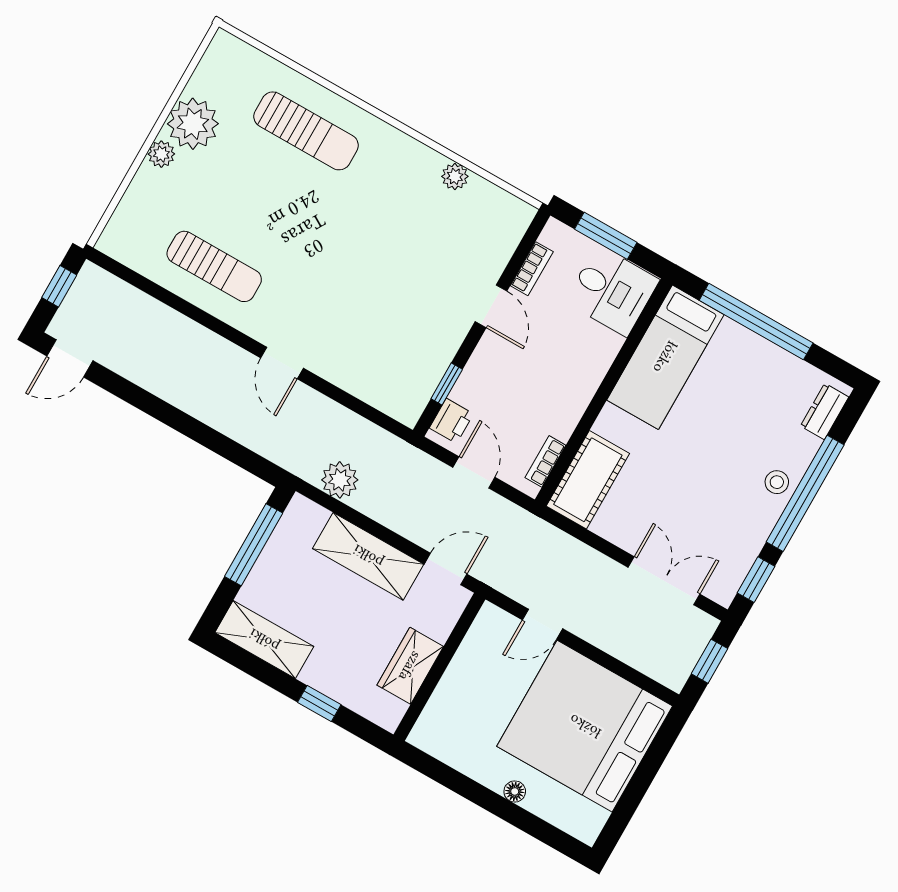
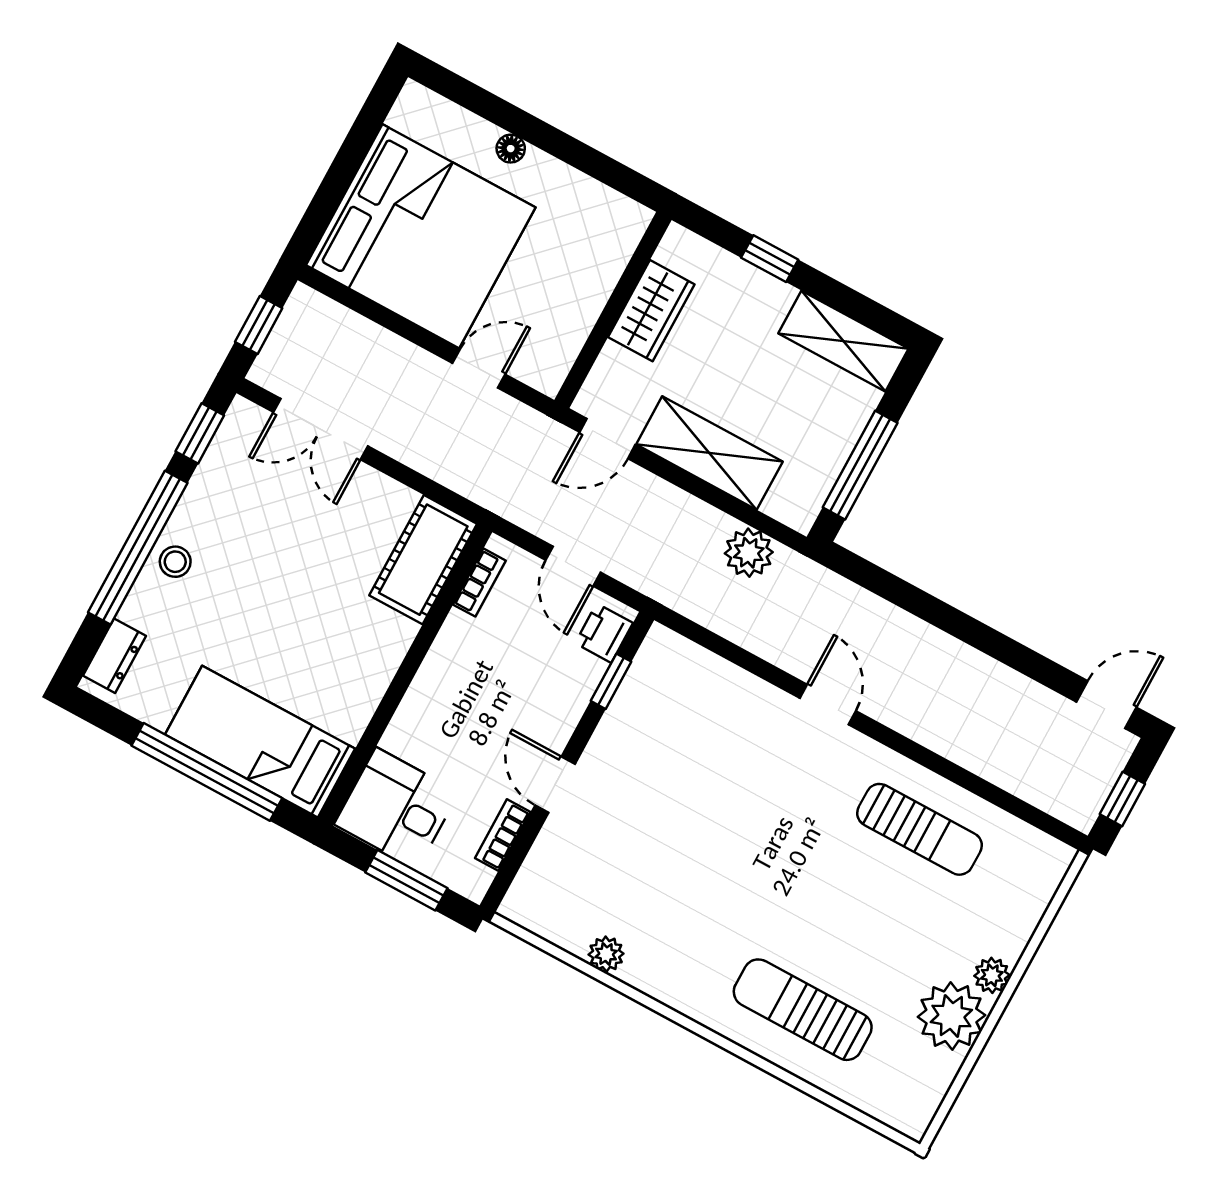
sun lounger: (214, 266) -> (919, 829), turned 180
bed: (665, 357) -> (260, 742), moved, turned -90

